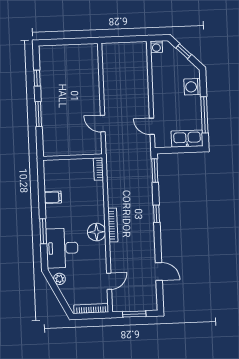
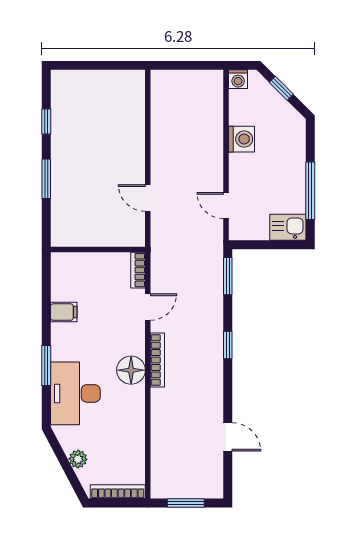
washing machine: (192, 87) -> (242, 139), moved, turned 180
kitchen sink: (187, 139) -> (288, 227), width x0.73
plant: (59, 279) -> (78, 459), moved
door: (109, 281) -> (148, 307), moved

